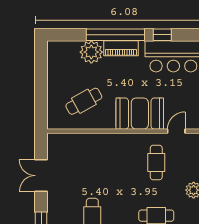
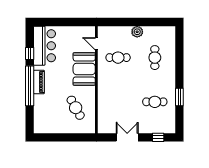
plant: (91, 52) -> (42, 103), removed
double door: (41, 176) -> (127, 137), swing flipped

